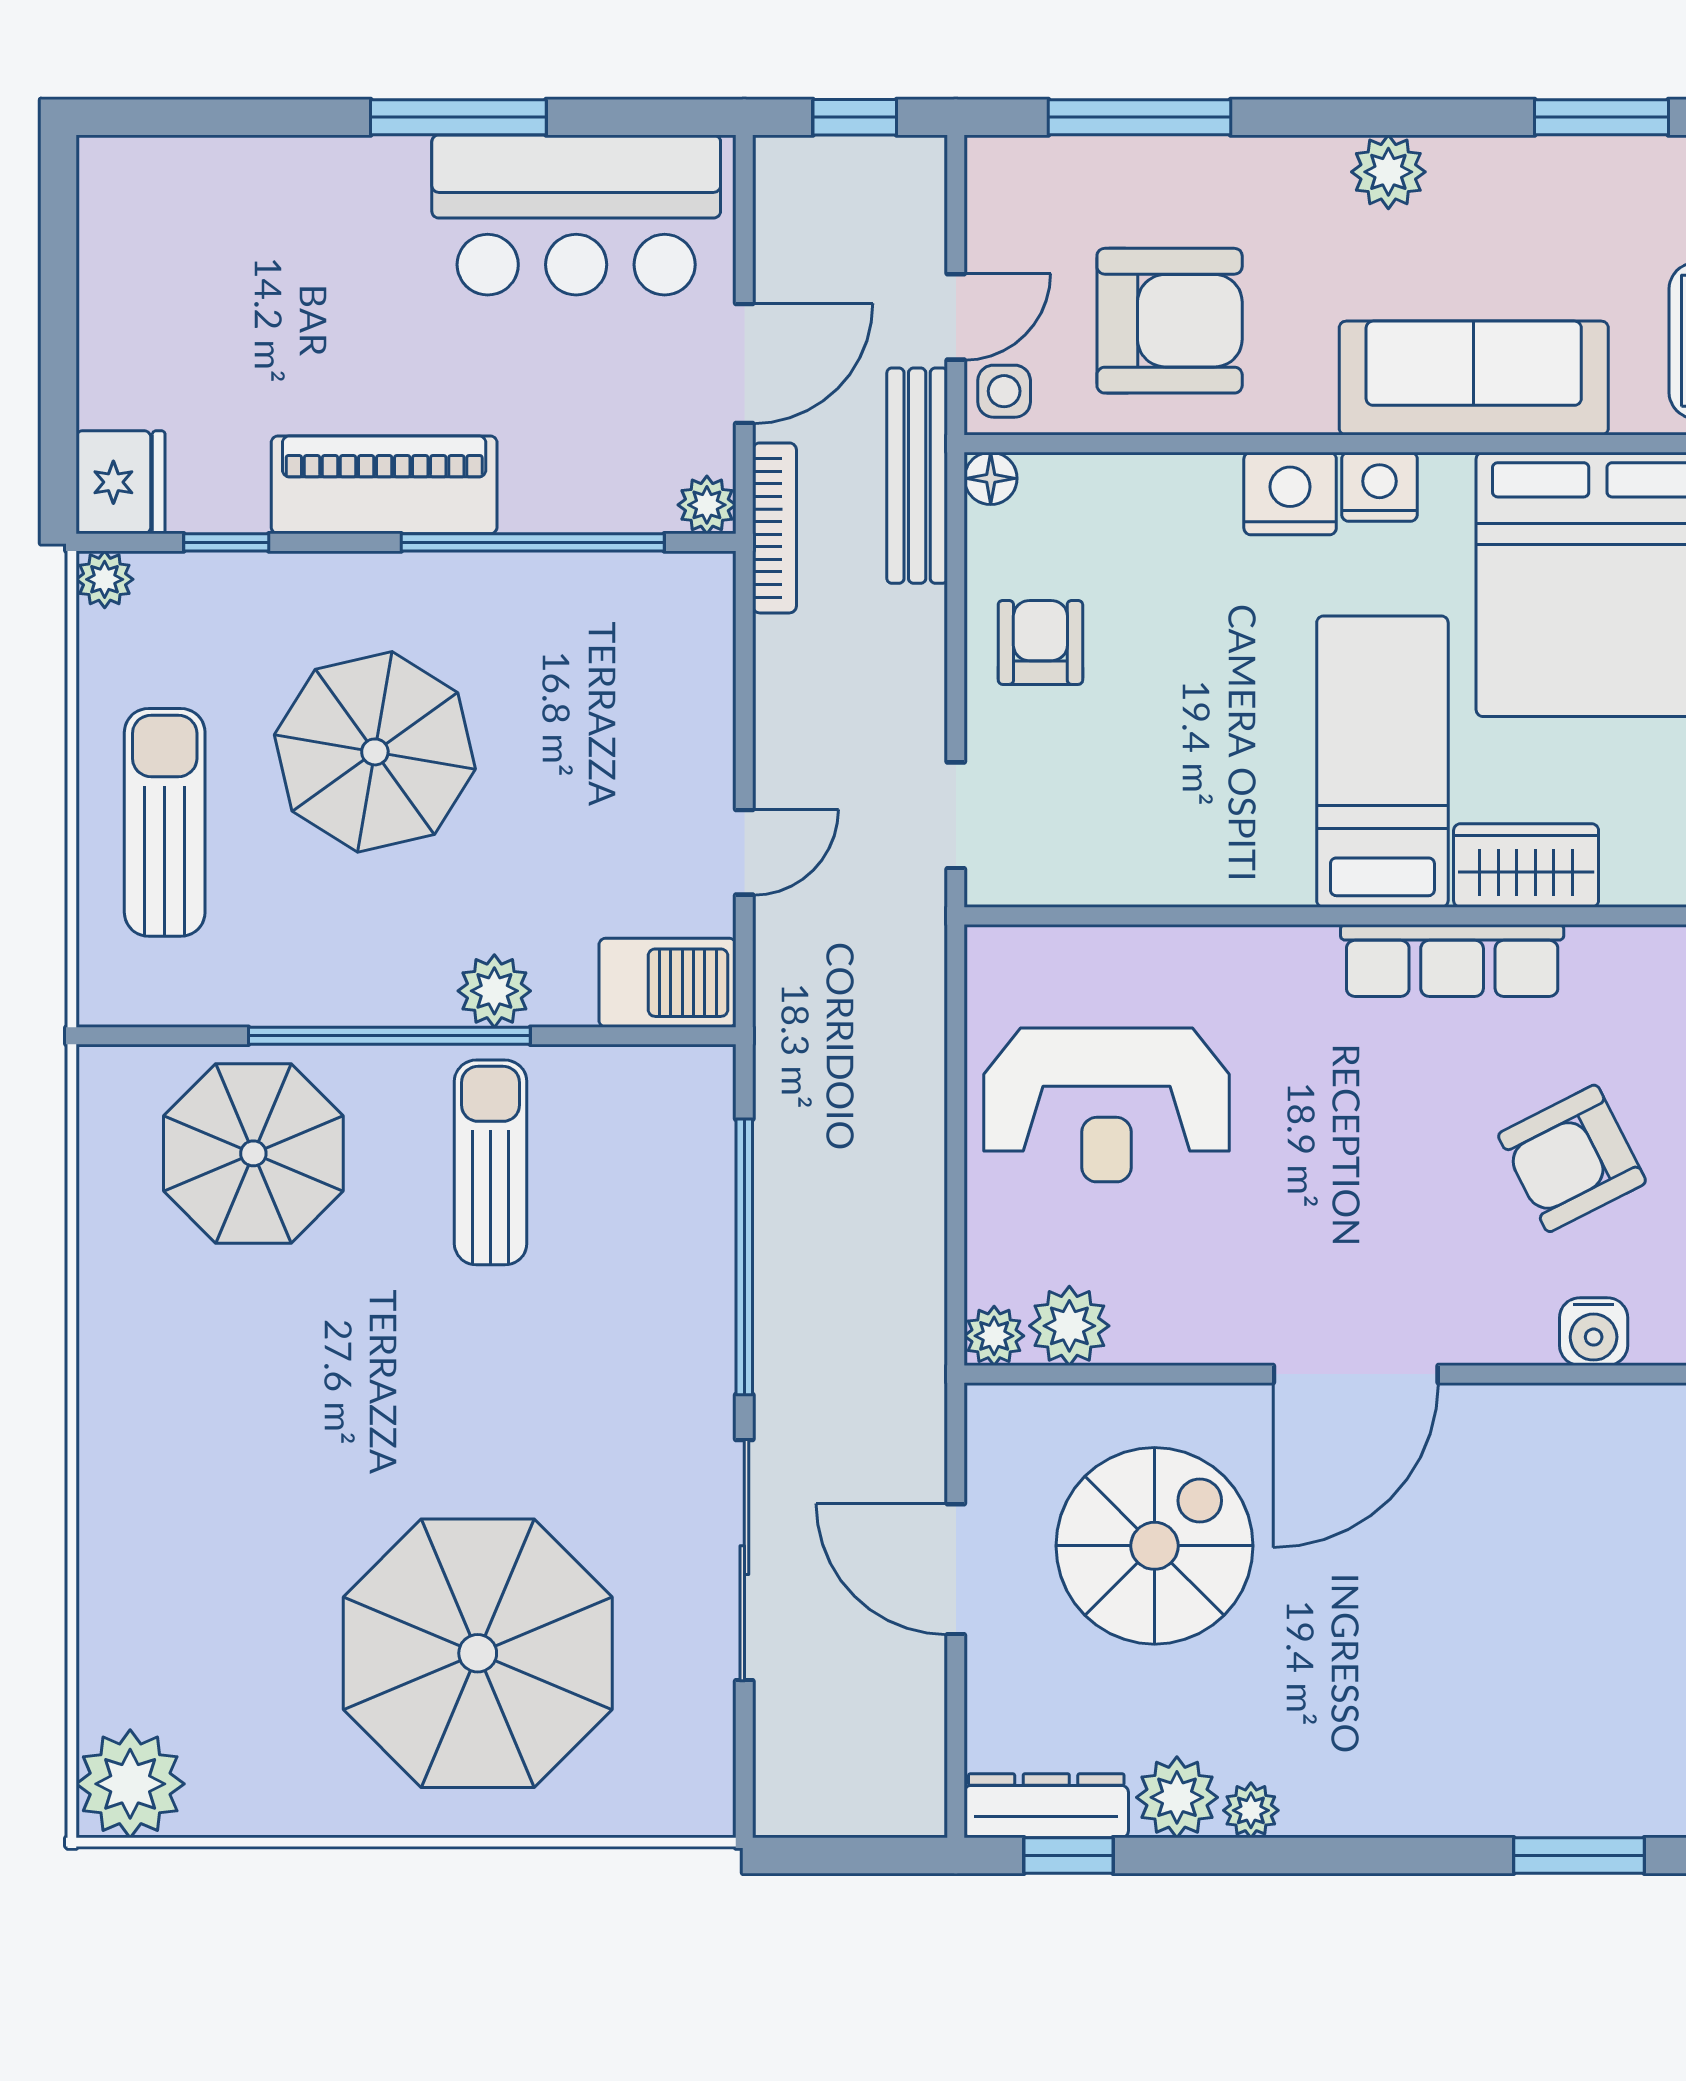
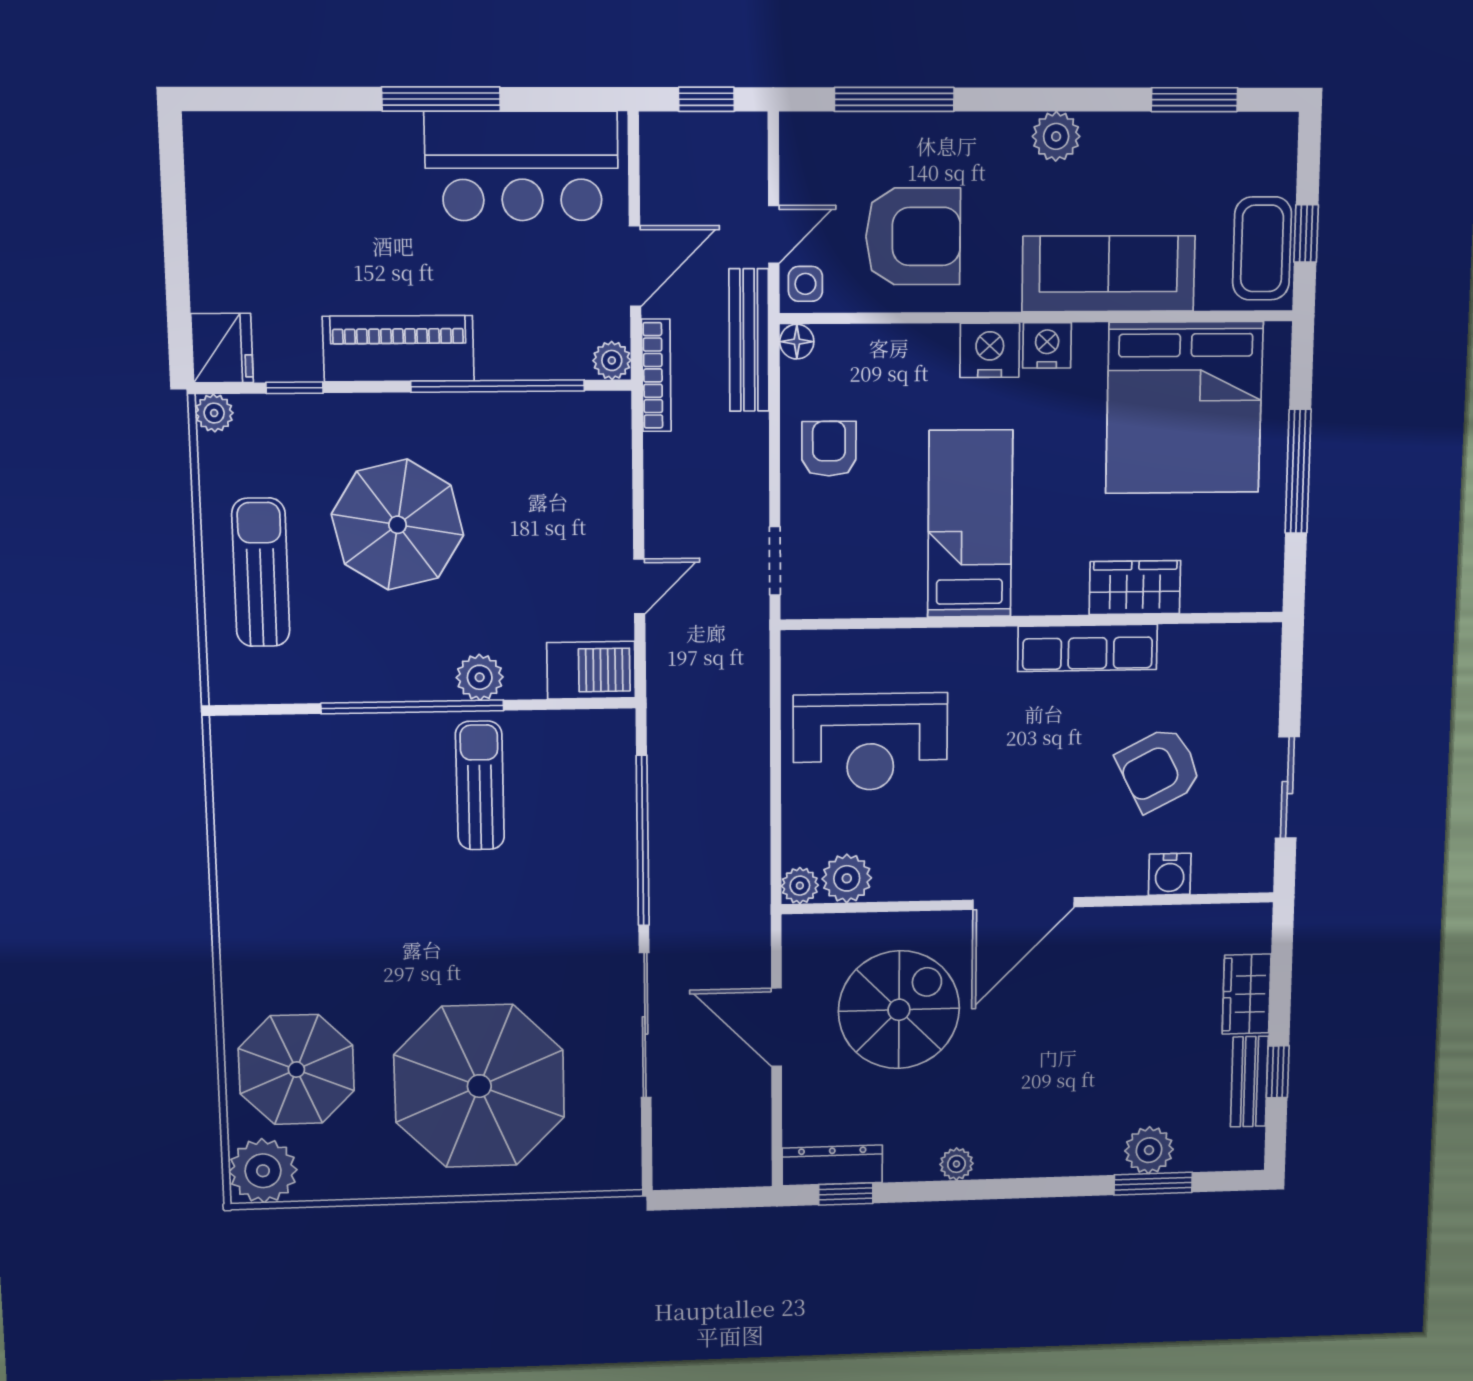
bed: (1382, 762) -> (970, 524), moved
parasol: (253, 1153) -> (296, 1070), moved
plant: (1177, 1797) -> (1149, 1150), moved

